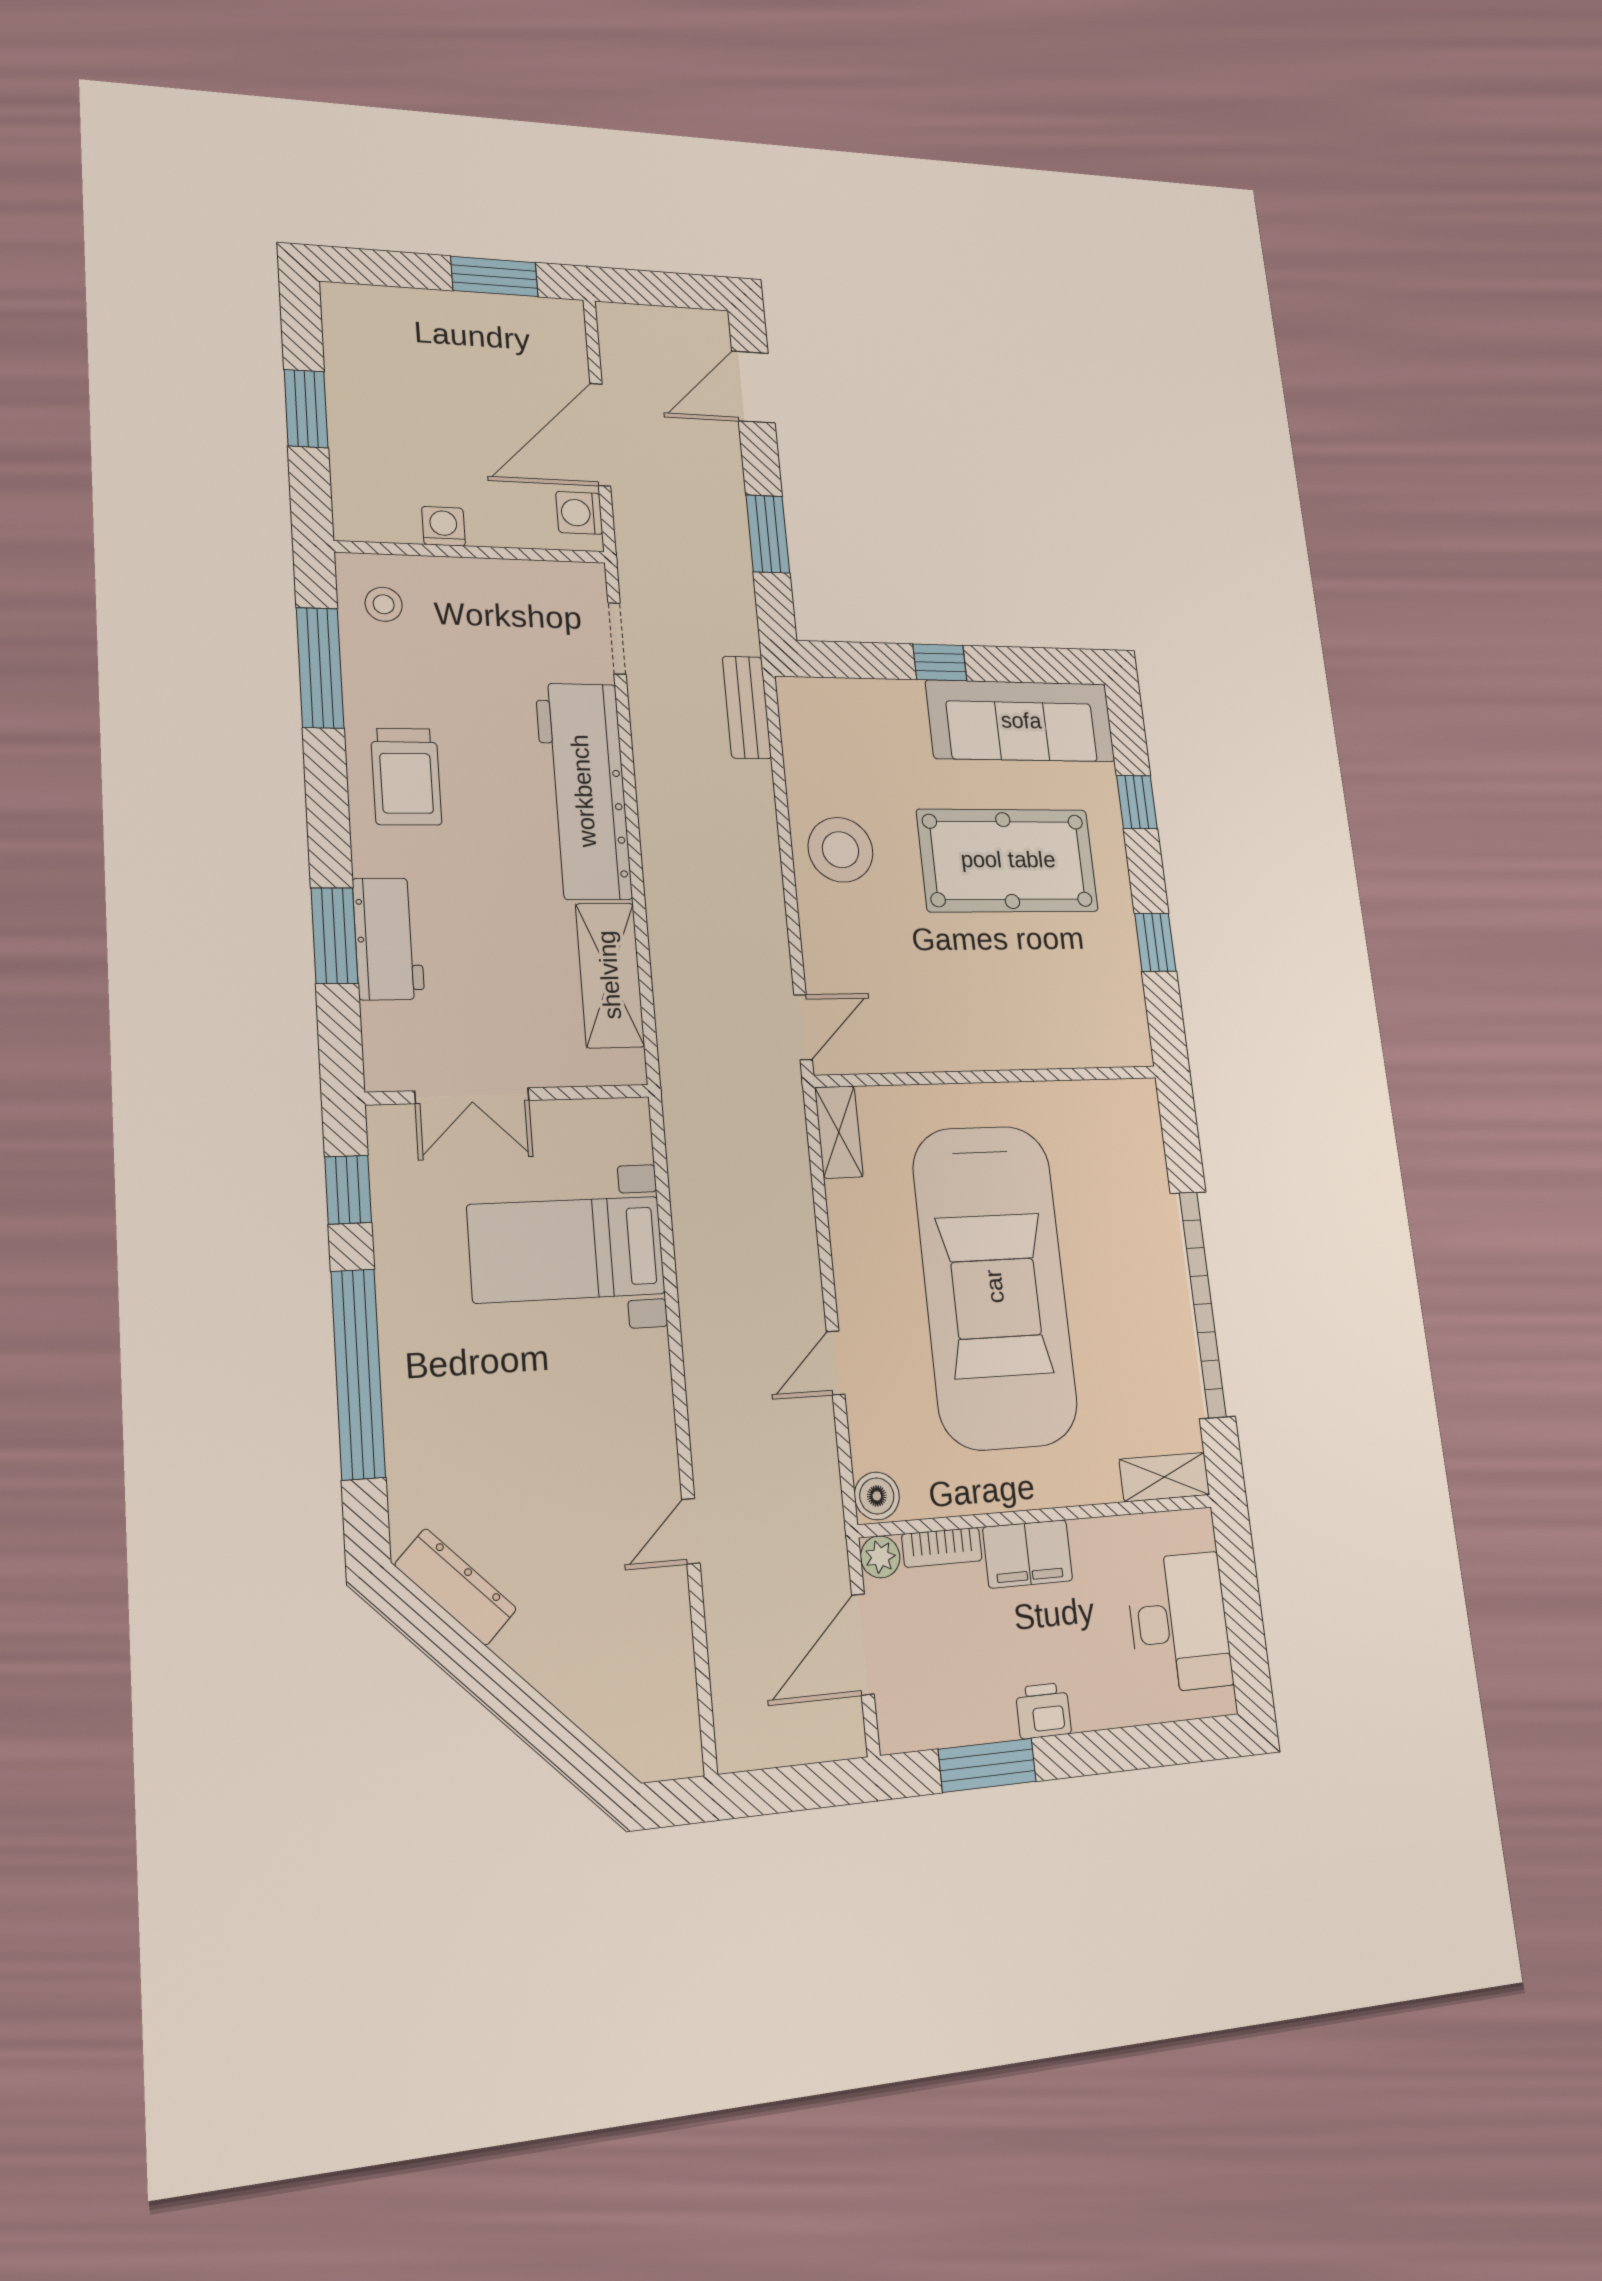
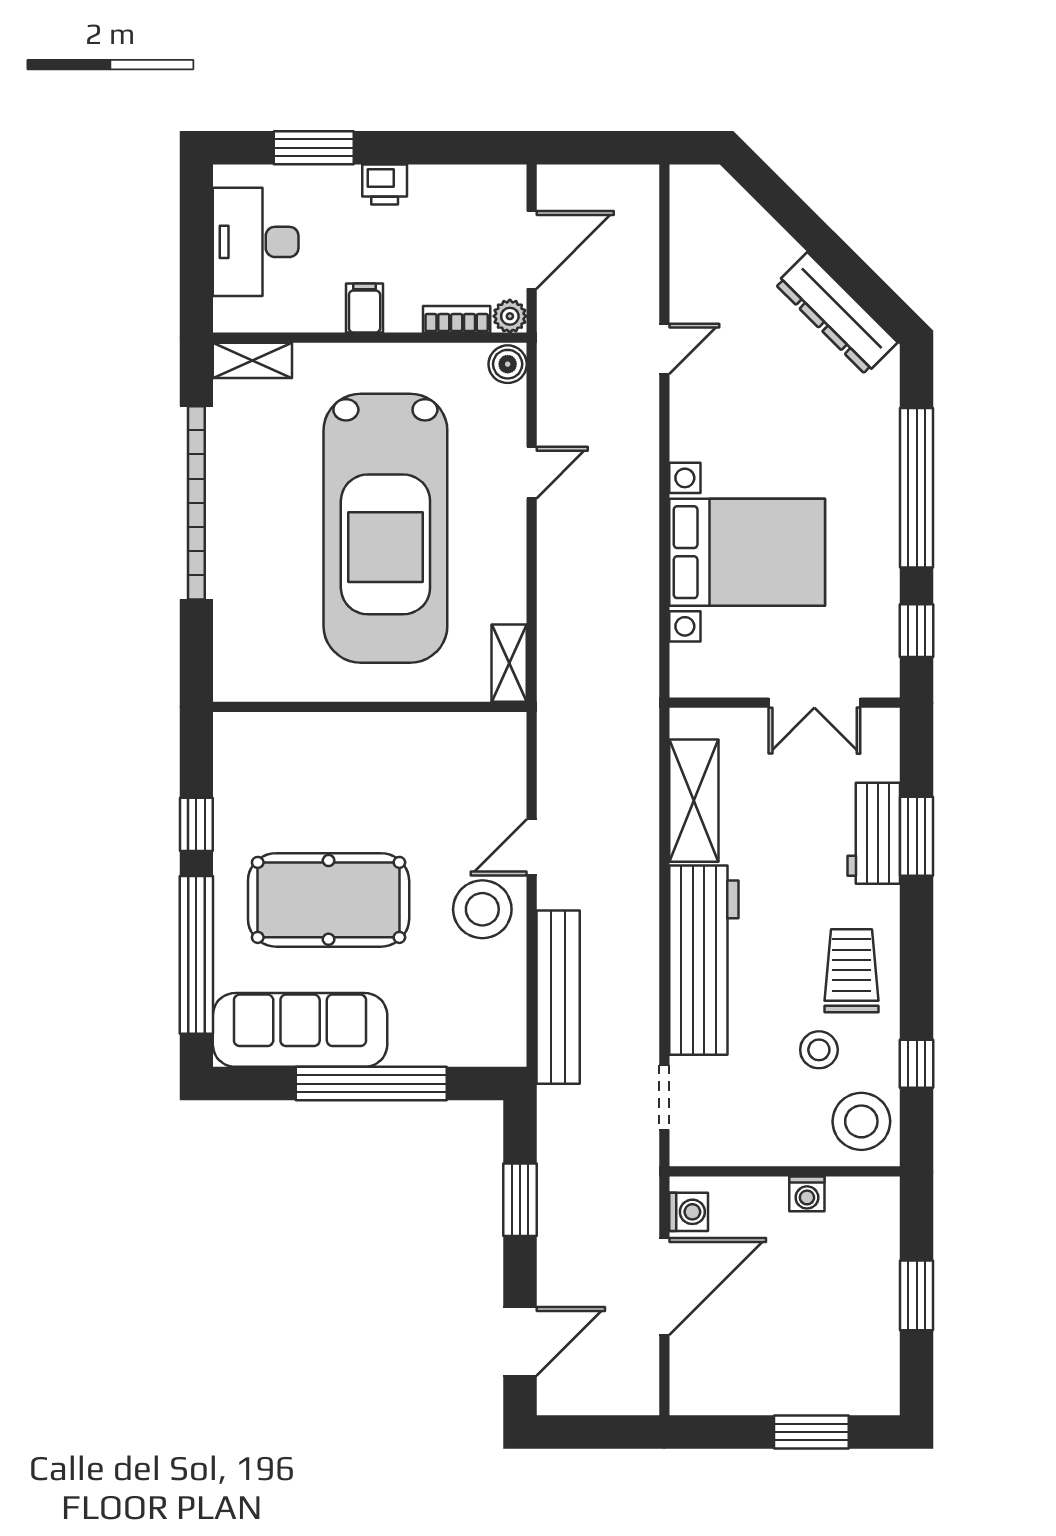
window: (494, 276) -> (811, 1432), moved
stool: (384, 604) -> (861, 1121), width x1.89, depth x1.89
window: (940, 663) -> (371, 1084), width x3.17
window: (320, 668) -> (917, 1064), width x0.46
stool: (440, 687) -> (819, 1050), added
bench: (747, 707) -> (558, 997), width x1.86, depth x1.21
window: (1137, 802) -> (196, 955), width x3.17
door: (803, 1027) -> (532, 847), moved
double door: (472, 1096) -> (814, 703), swing flipped
bed with nightstands: (566, 1249) -> (747, 552), width x1.36
car: (995, 1286) -> (385, 528), turned 180
filing cabinet: (1028, 1554) -> (365, 308), width x0.50
dresser: (456, 1587) -> (836, 313), width x1.37, depth x1.24
window: (987, 1765) -> (314, 148), moved

